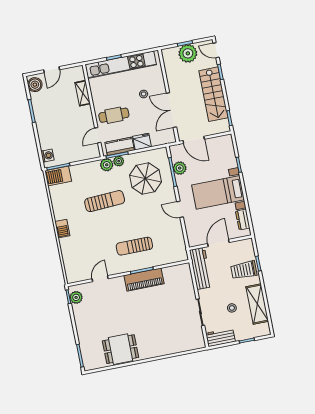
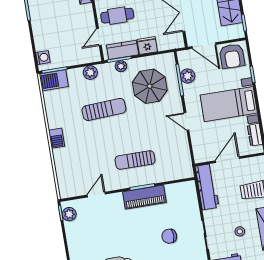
armchair: (220, 149) -> (232, 56), added
plant: (107, 165) -> (90, 73), moved
chair: (168, 314) -> (169, 236), added

